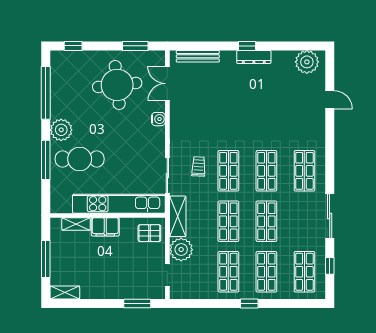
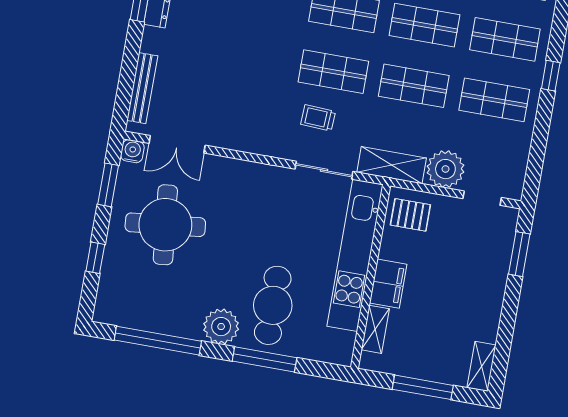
window: (73, 46) -> (95, 258), moved
water cooler: (158, 119) -> (132, 151), moved
pallet: (149, 233) -> (410, 215), turned 90

